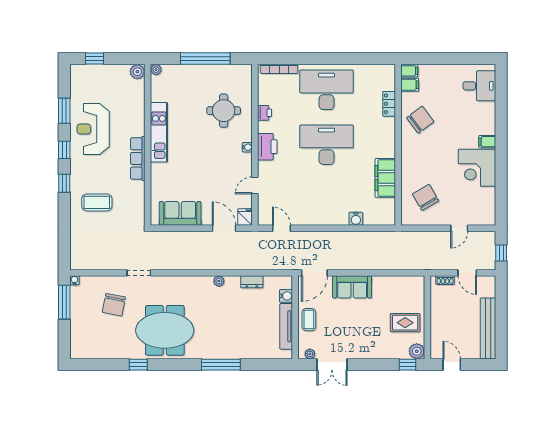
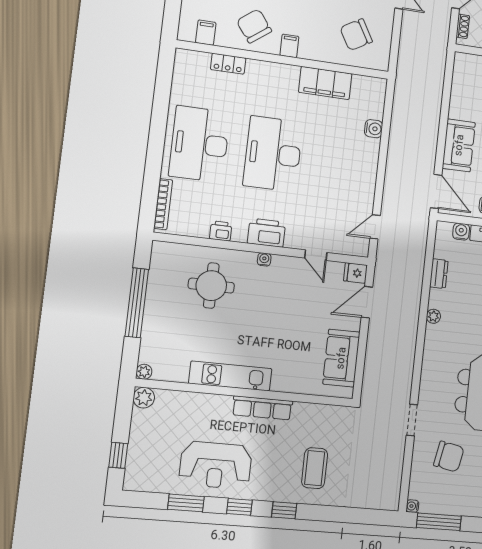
filing cabinet: (409, 71) -> (289, 46), moved

